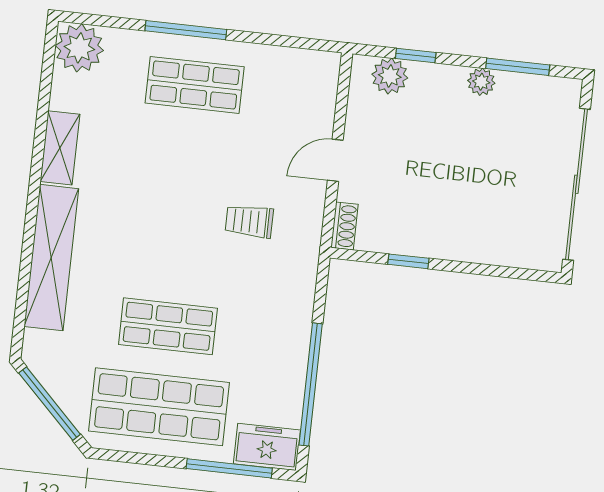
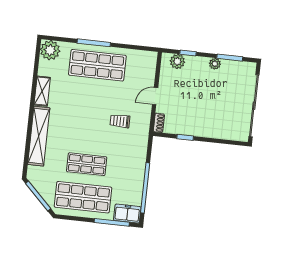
shop shelf: (195, 85) -> (97, 65), width x1.43, depth x1.36

